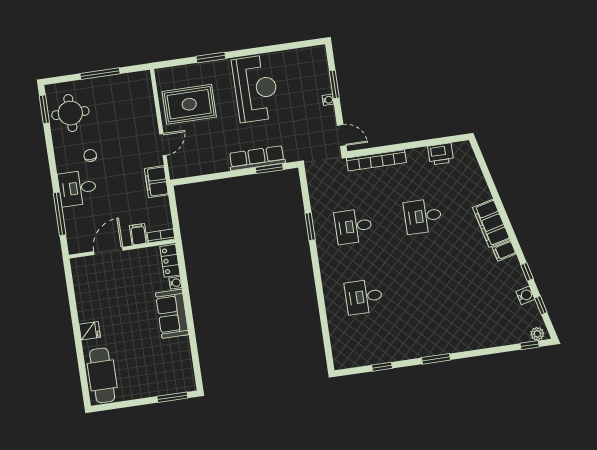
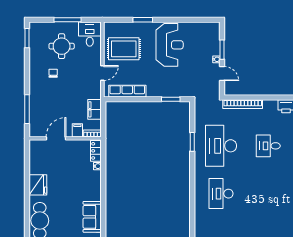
round table: (70, 113) -> (62, 46), moved
door: (342, 135) -> (222, 74), moved
row of seats: (257, 158) -> (127, 91), moved
filing cabinet: (156, 182) -> (94, 109), moved
desk: (77, 188) -> (90, 34), moved, turned 90
desk: (353, 226) -> (221, 146), width x1.87, depth x1.30
desk: (364, 297) -> (221, 194), width x1.37
sofa: (172, 314) -> (92, 217), moved
fridge: (90, 331) -> (38, 185), width x1.88, depth x1.34

